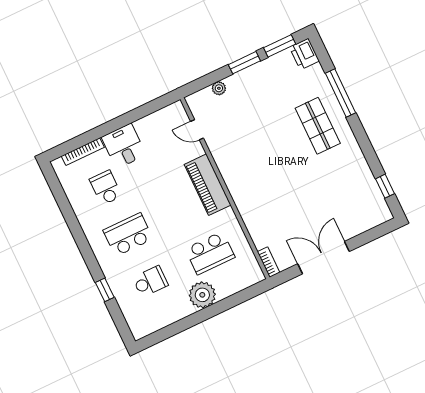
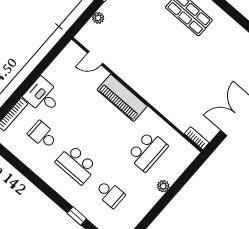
school desk: (128, 235) -> (76, 164), turned -90
school desk: (150, 281) -> (110, 194), turned 90
plant: (202, 295) -> (163, 186), width x0.53, depth x0.53

